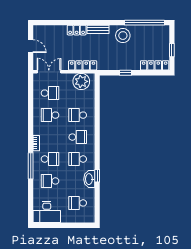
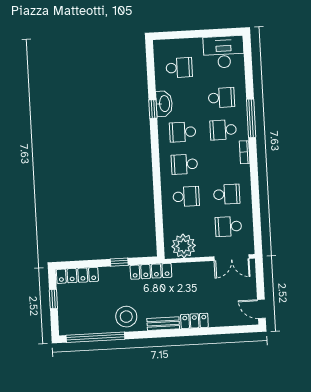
door: (31, 46) -> (261, 309), moved
locker: (83, 65) -> (151, 271), moved
school desk: (78, 159) -> (183, 132), turned 180

